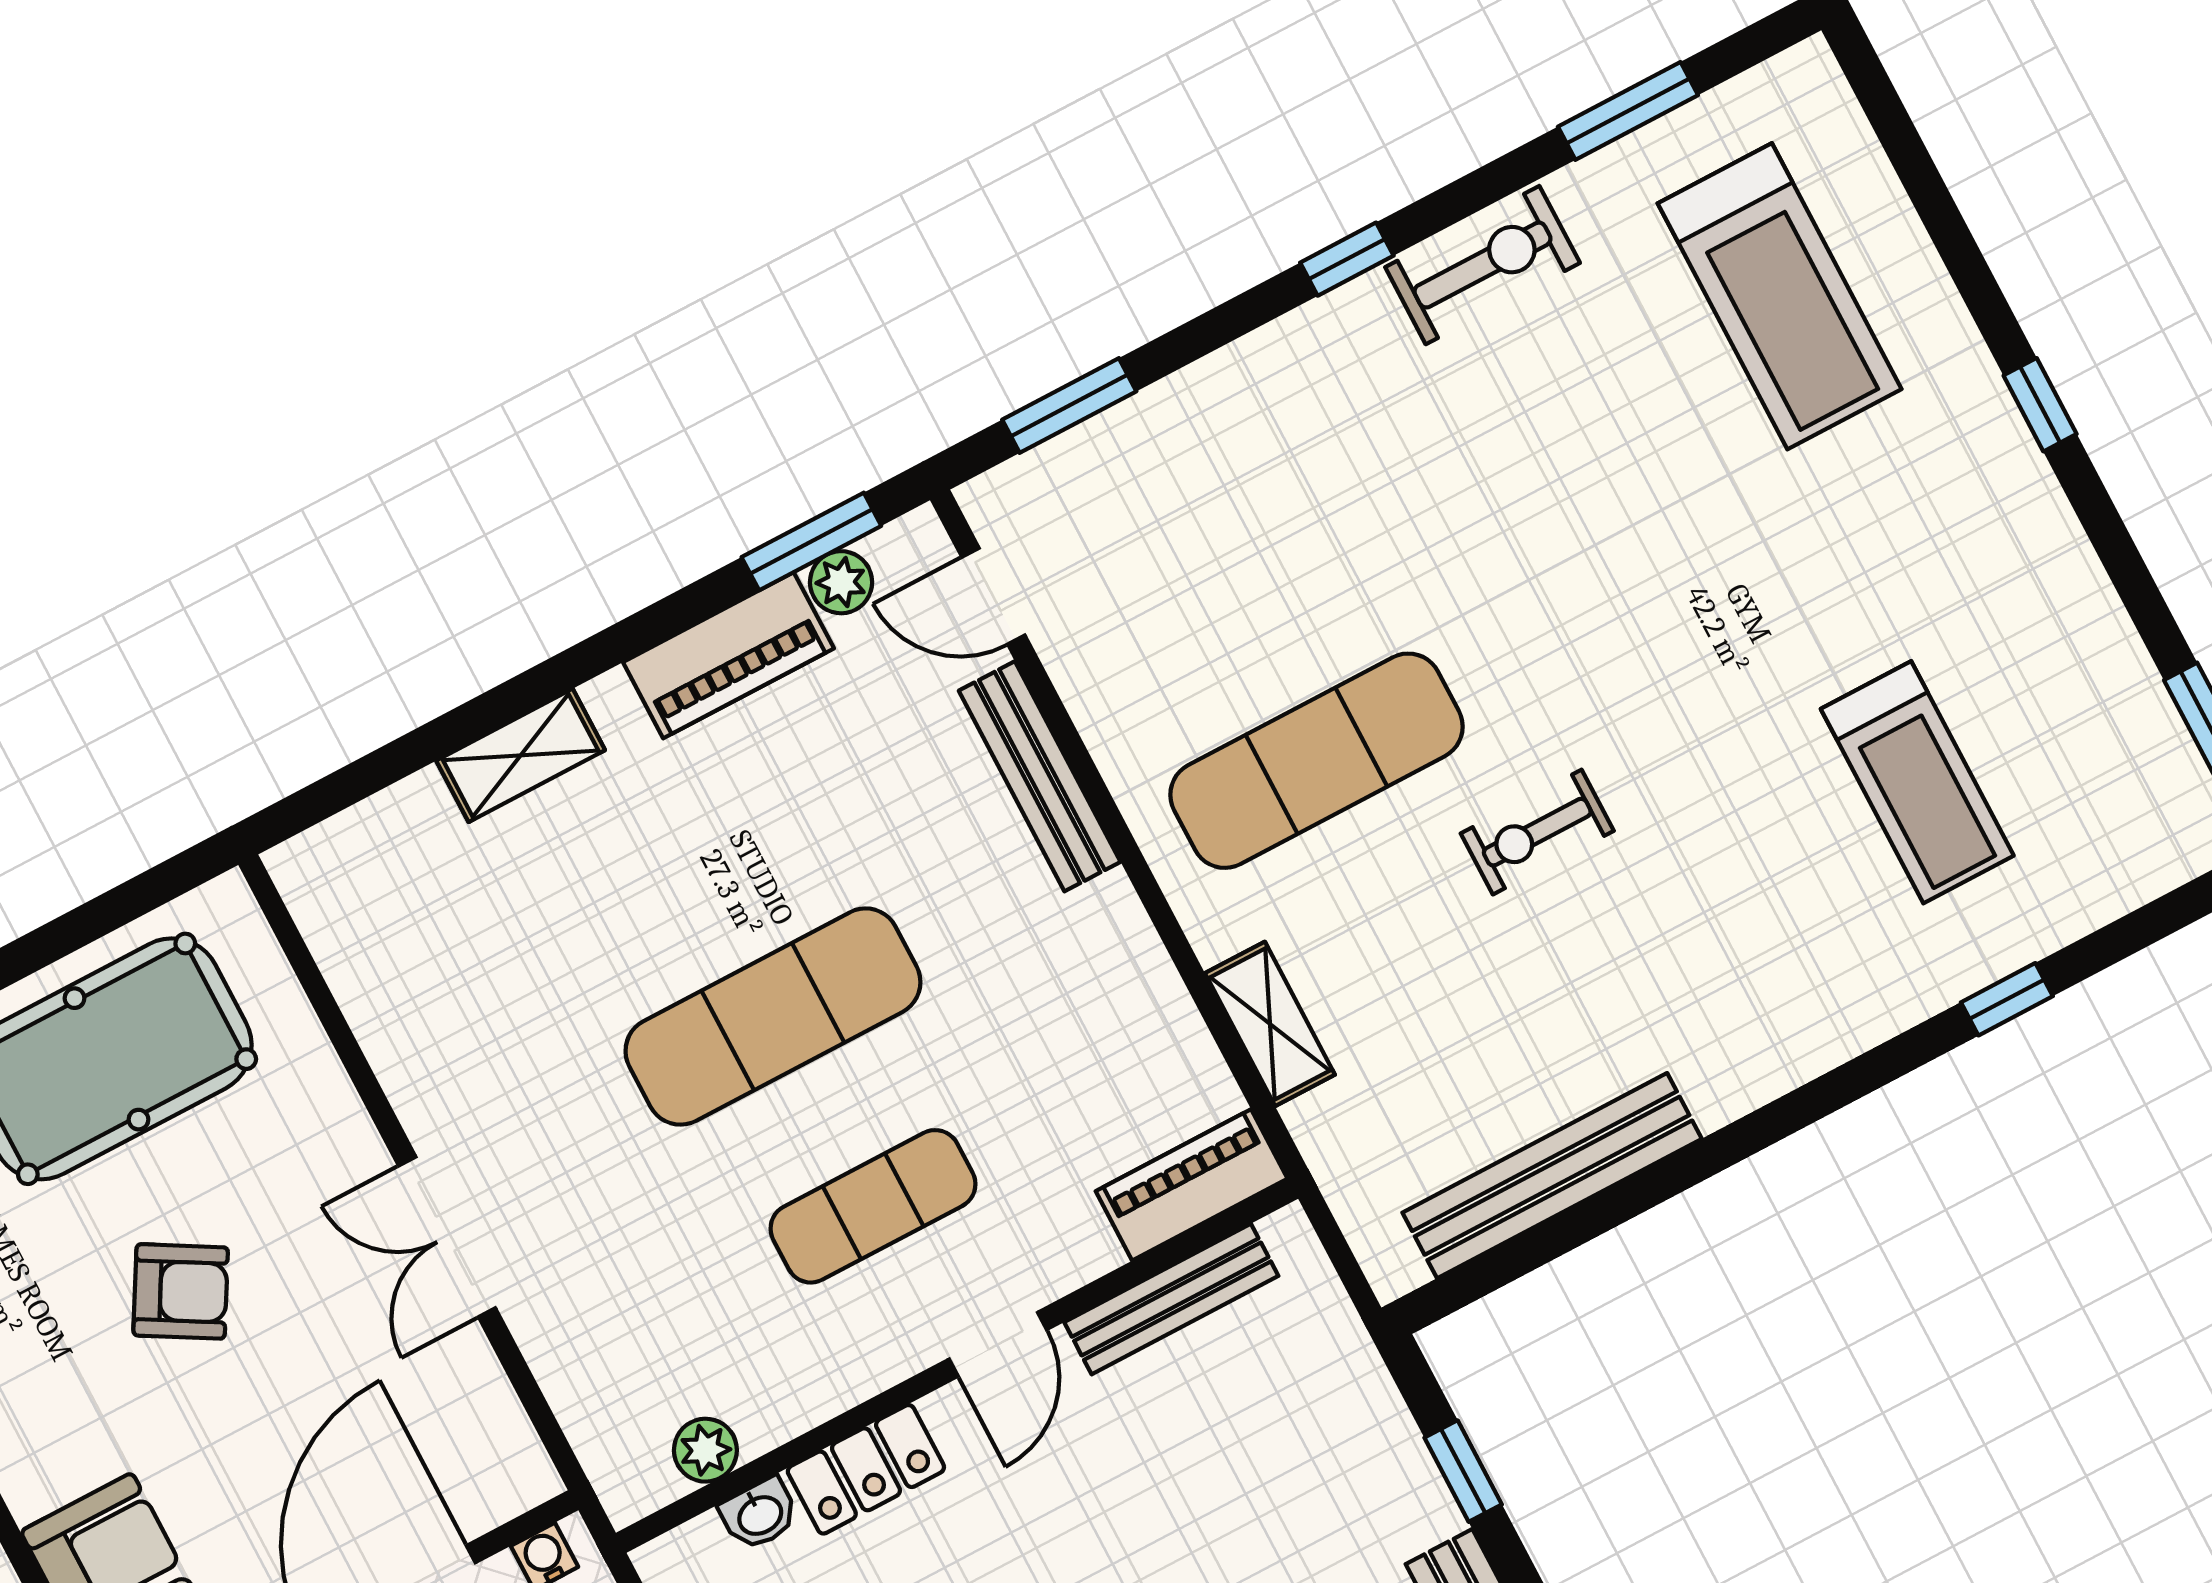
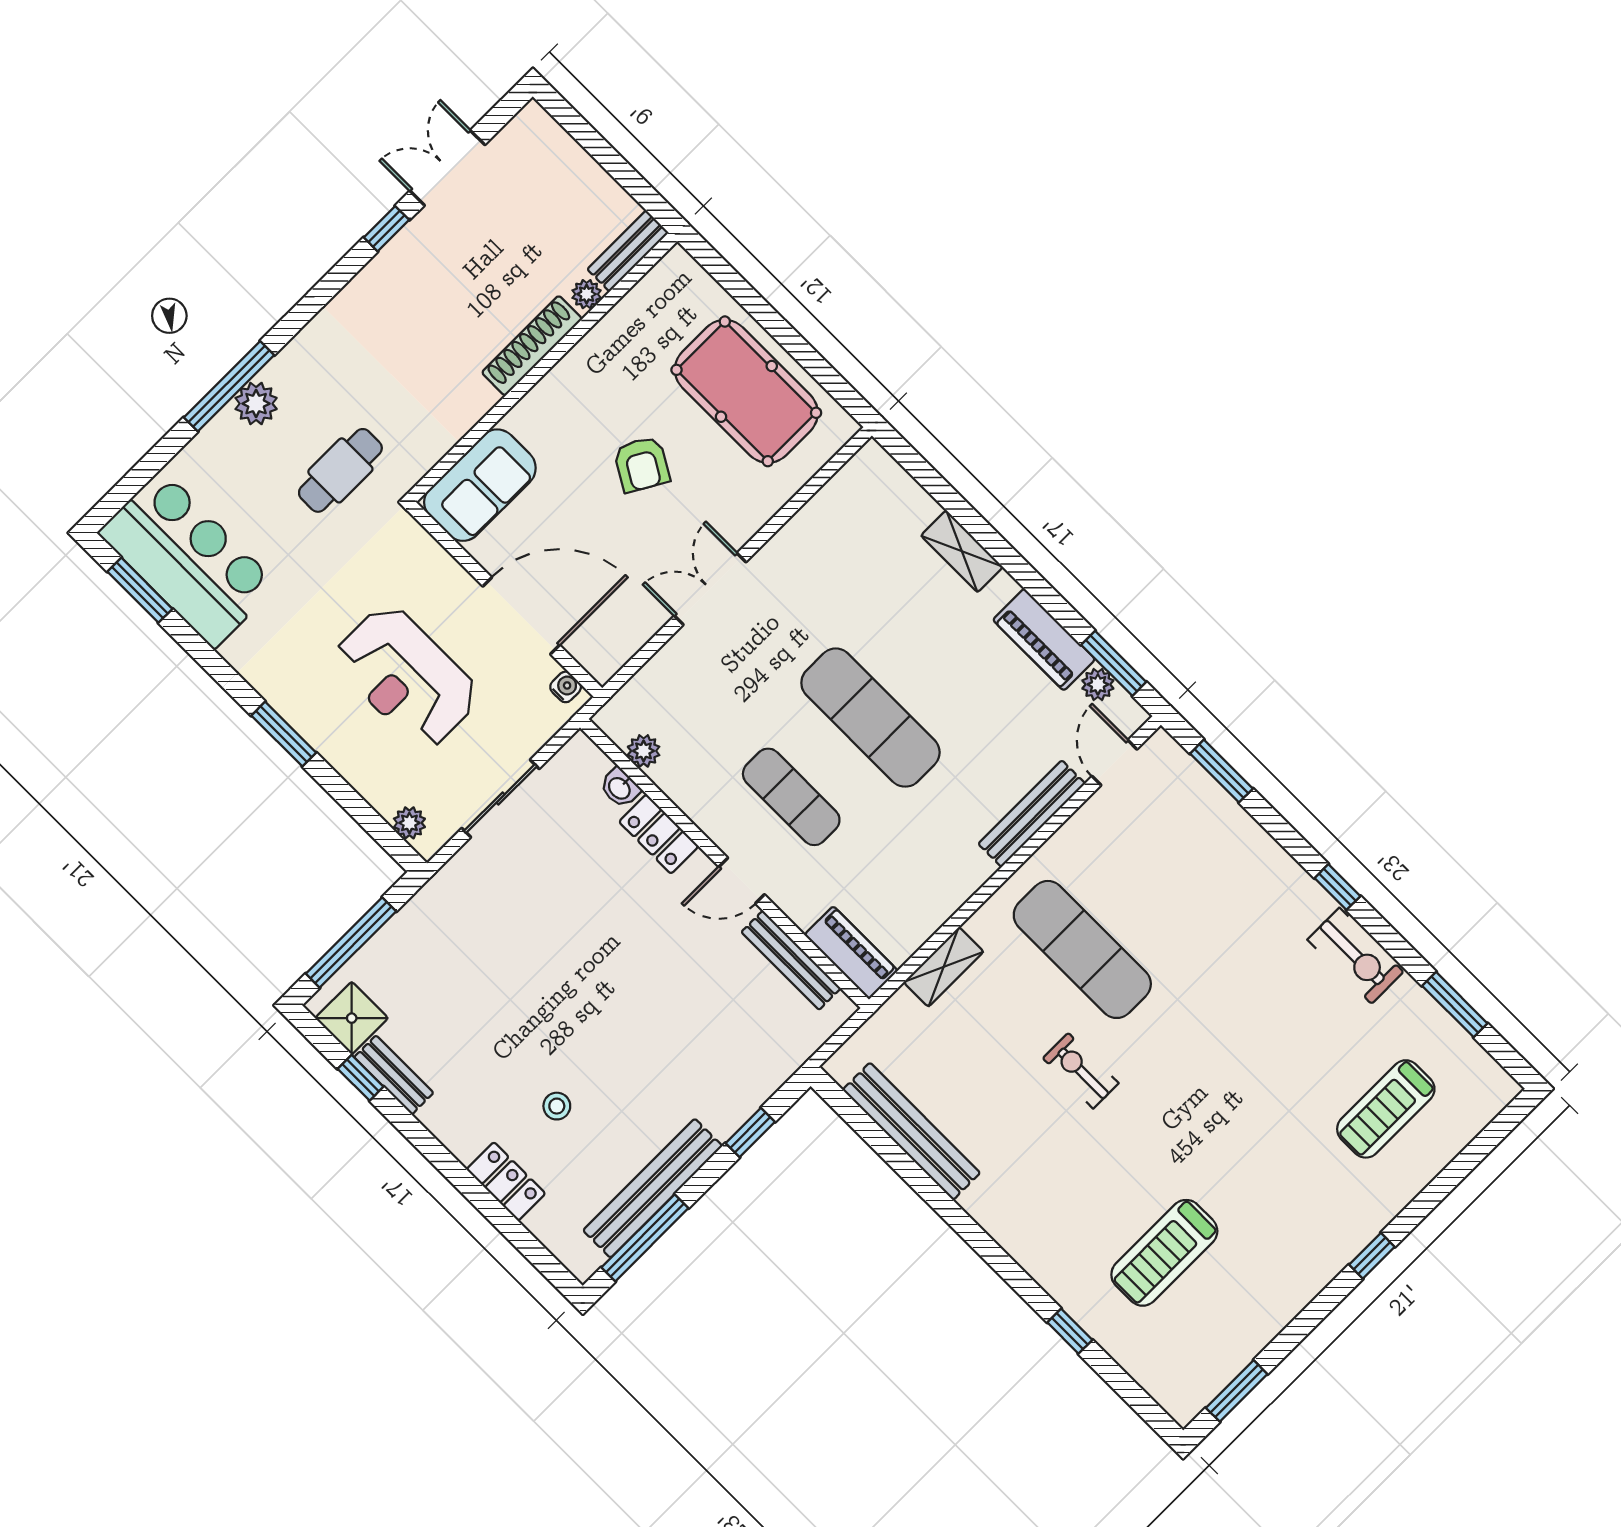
treadmill: (1780, 296) -> (1386, 1109), width x0.73, depth x0.73

